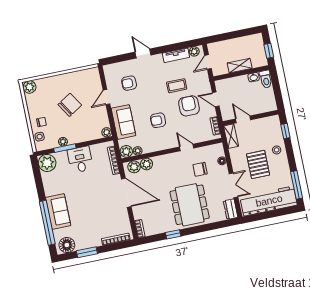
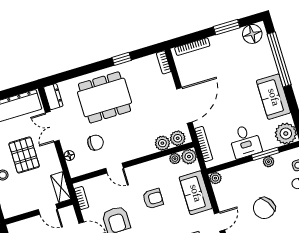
door: (126, 193) -> (184, 105), swing flipped
dining table: (190, 205) -> (104, 97), turned 90
sofa: (58, 212) -> (274, 97), moved

